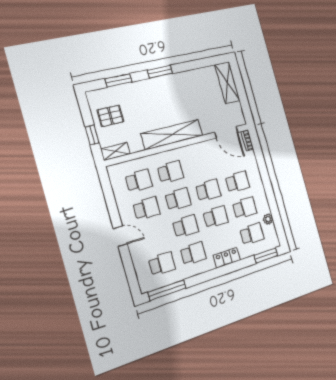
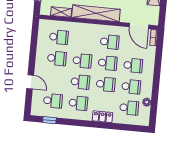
shelving: (115, 151) -> (61, 12), moved
school desk: (170, 172) -> (110, 42), moved
door: (120, 236) -> (30, 82), moved
window: (266, 256) -> (134, 128), removed
window: (167, 290) -> (49, 120), width x0.46

